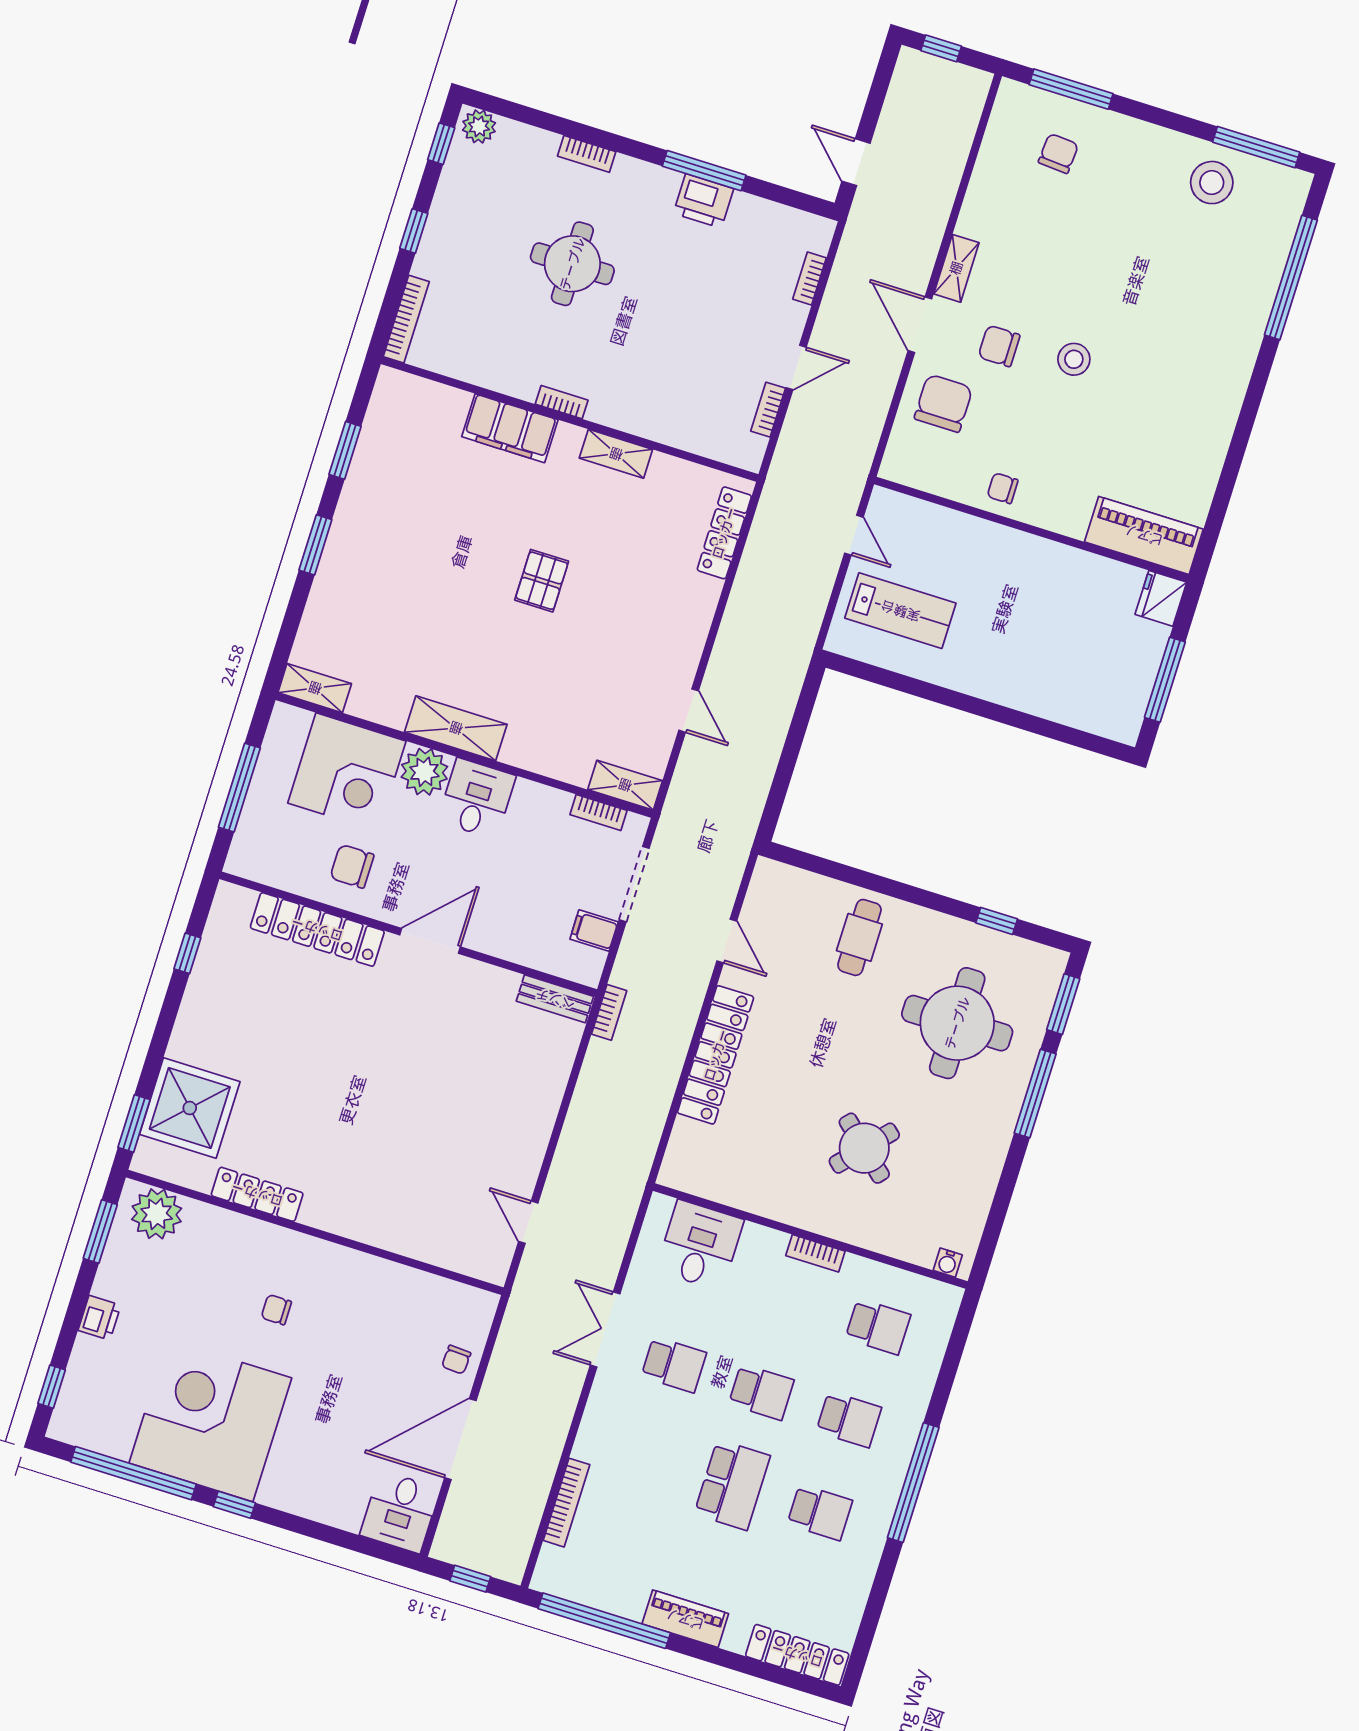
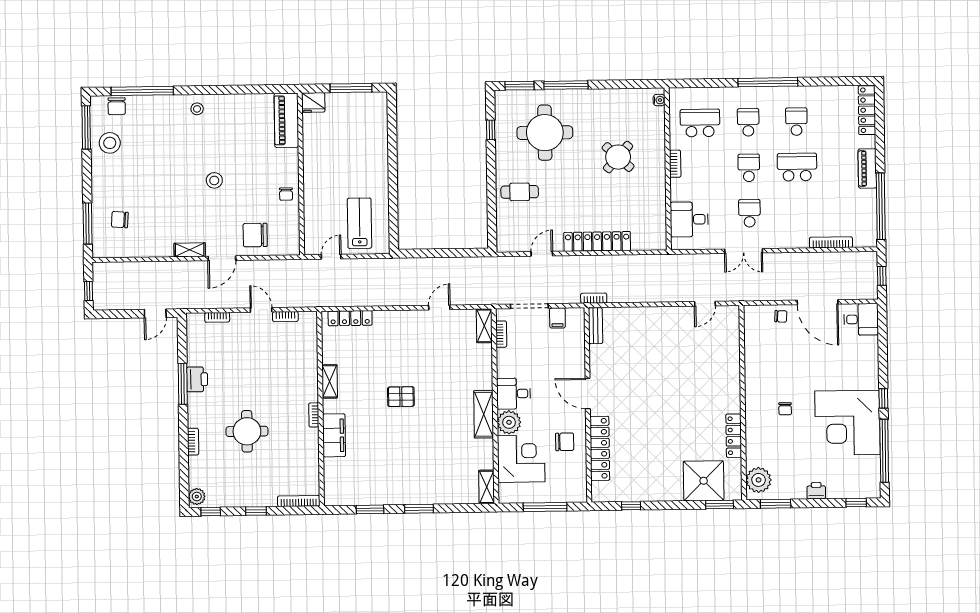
chair: (999, 346) -> (117, 106), moved
stool: (1222, 371) -> (197, 109), added
chair: (352, 866) -> (565, 442), turned -90
school desk: (878, 1327) -> (700, 123), width x1.85

